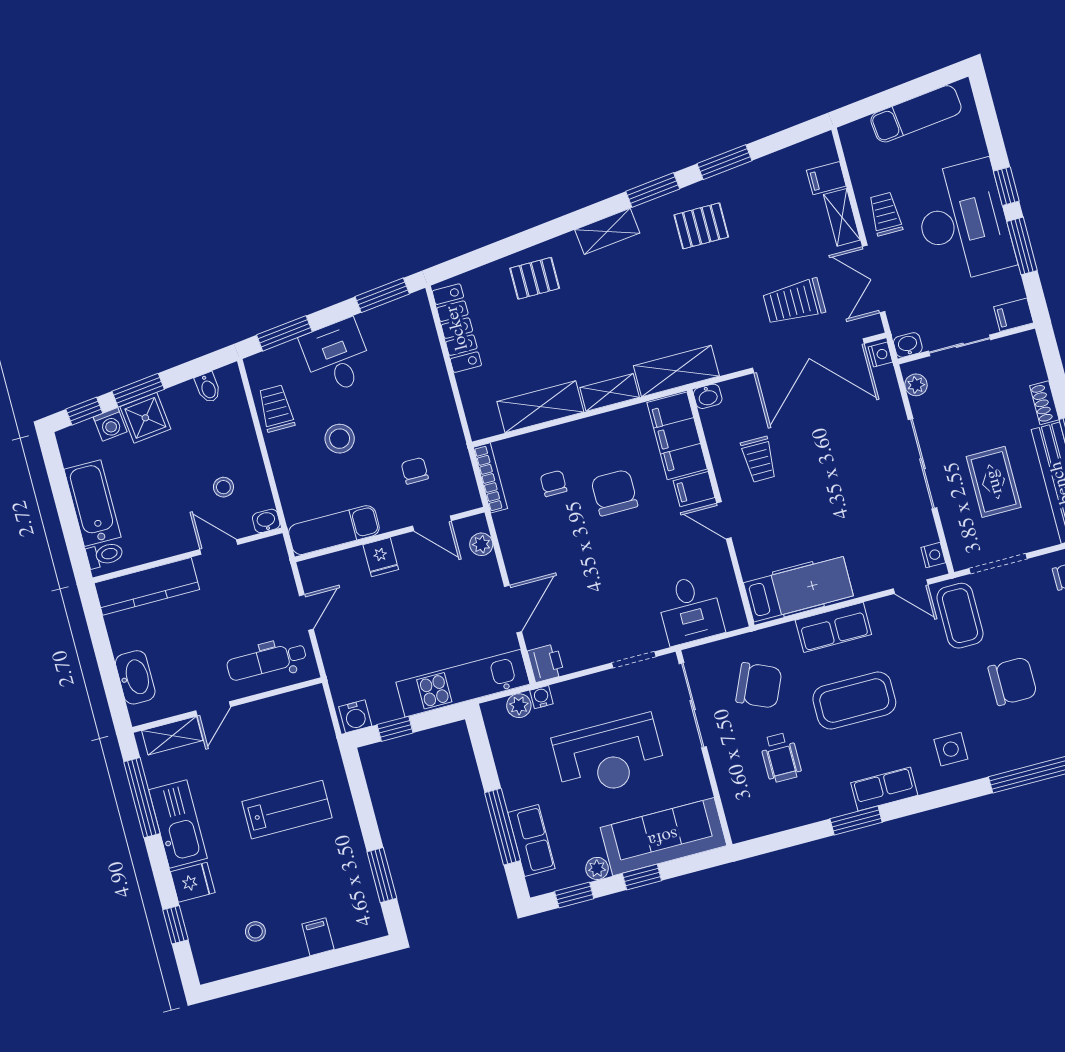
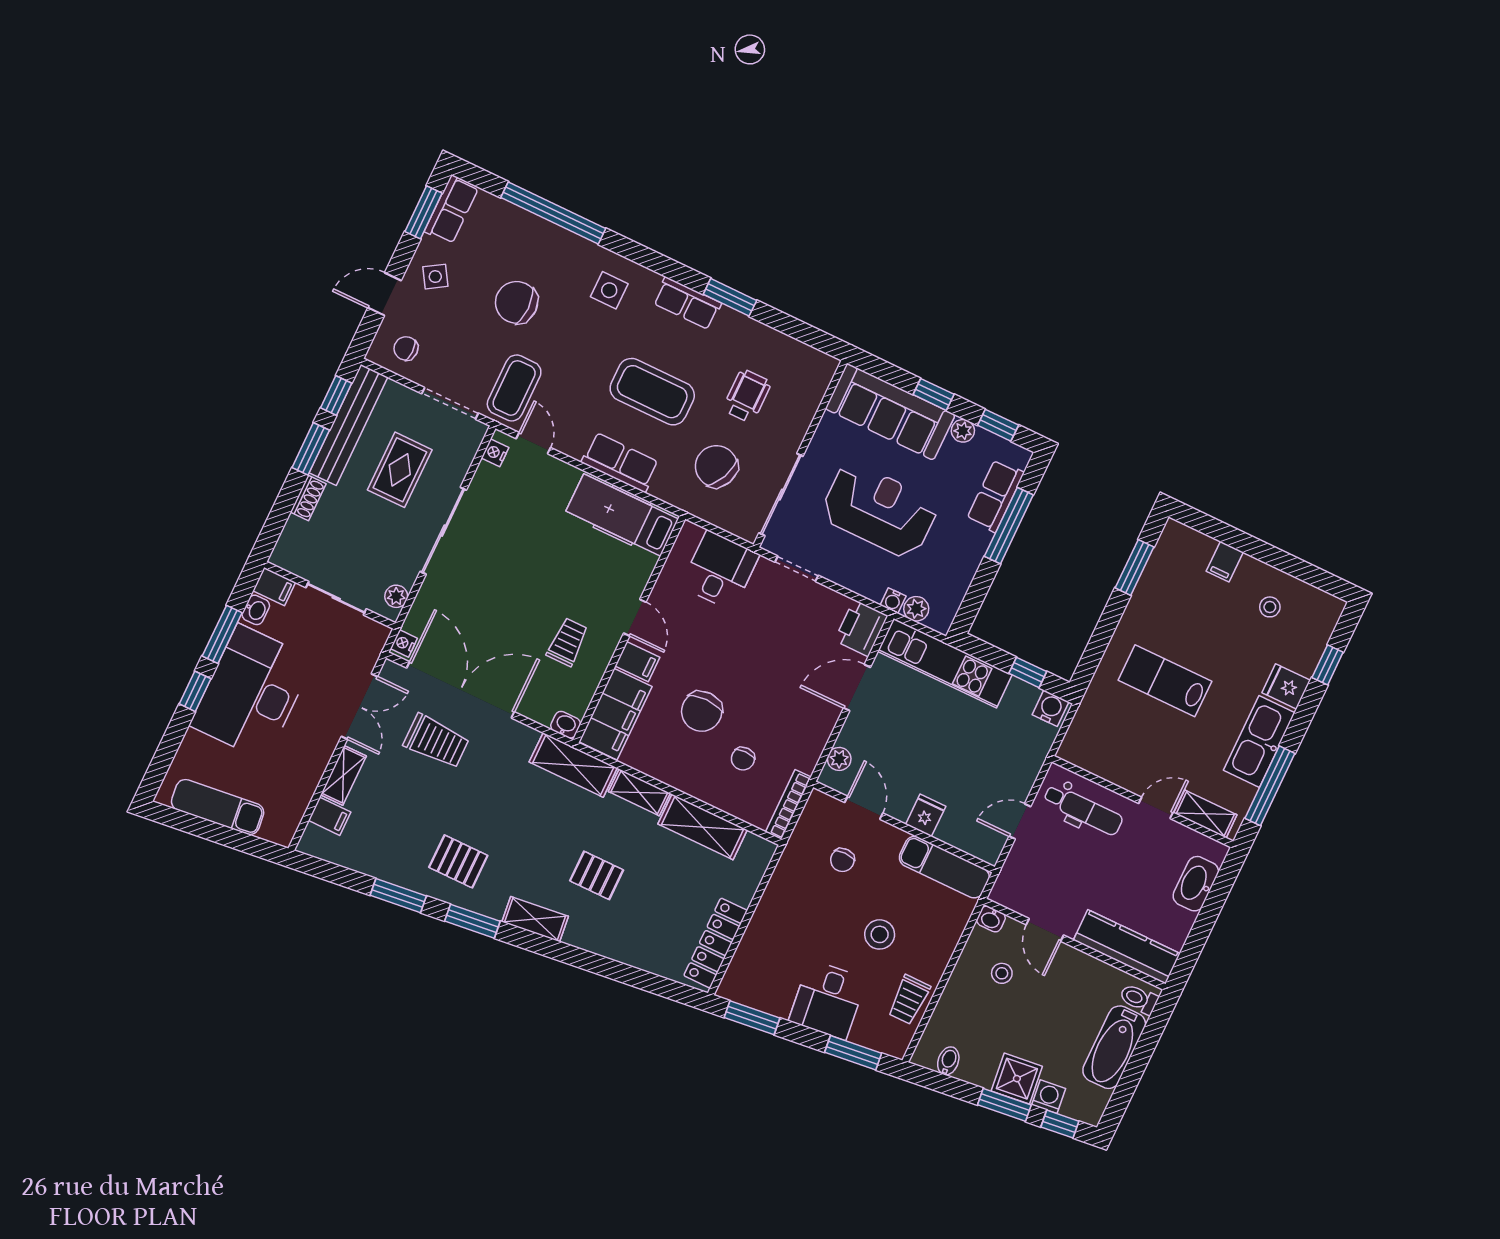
trolley: (885, 214) -> (307, 749), removed
pallet: (535, 278) -> (597, 875), moved
washbasin: (908, 345) -> (256, 610), moved, turned -90
printer: (546, 663) -> (861, 628), width x1.36, depth x1.24

